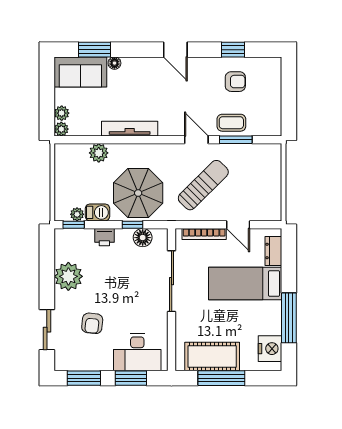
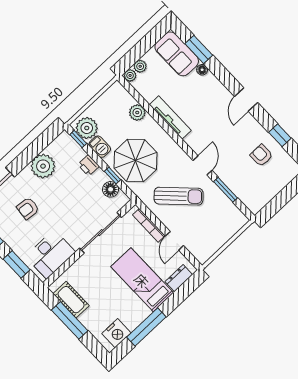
armchair: (235, 82) -> (261, 155), turned 180
coffee table: (231, 123) -> (234, 177), removed
plant: (77, 214) -> (87, 128), width x1.88, depth x1.88
desk: (137, 352) -> (50, 254), moved, turned -90
cot: (212, 357) -> (71, 300), width x0.73, depth x0.75

